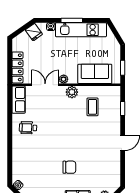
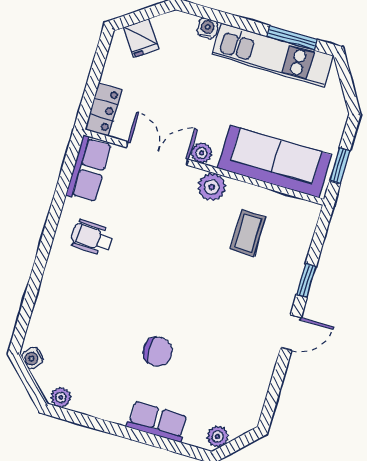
window: (72, 20) -> (292, 38), moved
fridge: (34, 32) -> (141, 38), moved
locker: (17, 67) -> (103, 109), width x0.66
sofa: (95, 74) -> (274, 162), width x1.36
window: (123, 108) -> (306, 281), moved

